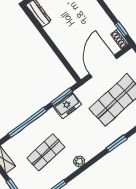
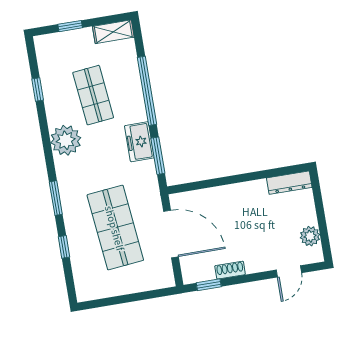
shoe rack: (120, 39) -> (230, 270), moved
freezer: (67, 106) -> (139, 142), moved
plant: (79, 161) -> (66, 140), width x1.87, depth x1.87

